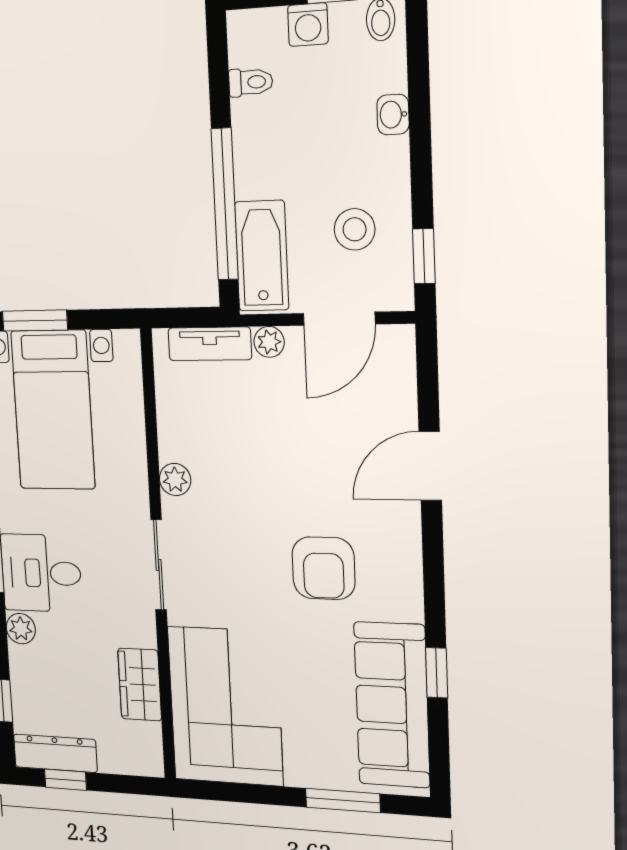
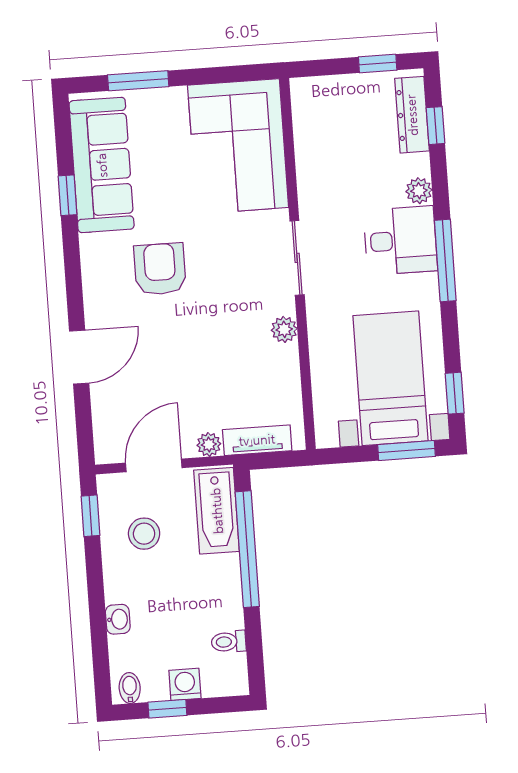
wardrobe: (140, 685) -> (312, 155), removed
dresser: (55, 753) -> (412, 115), moved, turned 90

